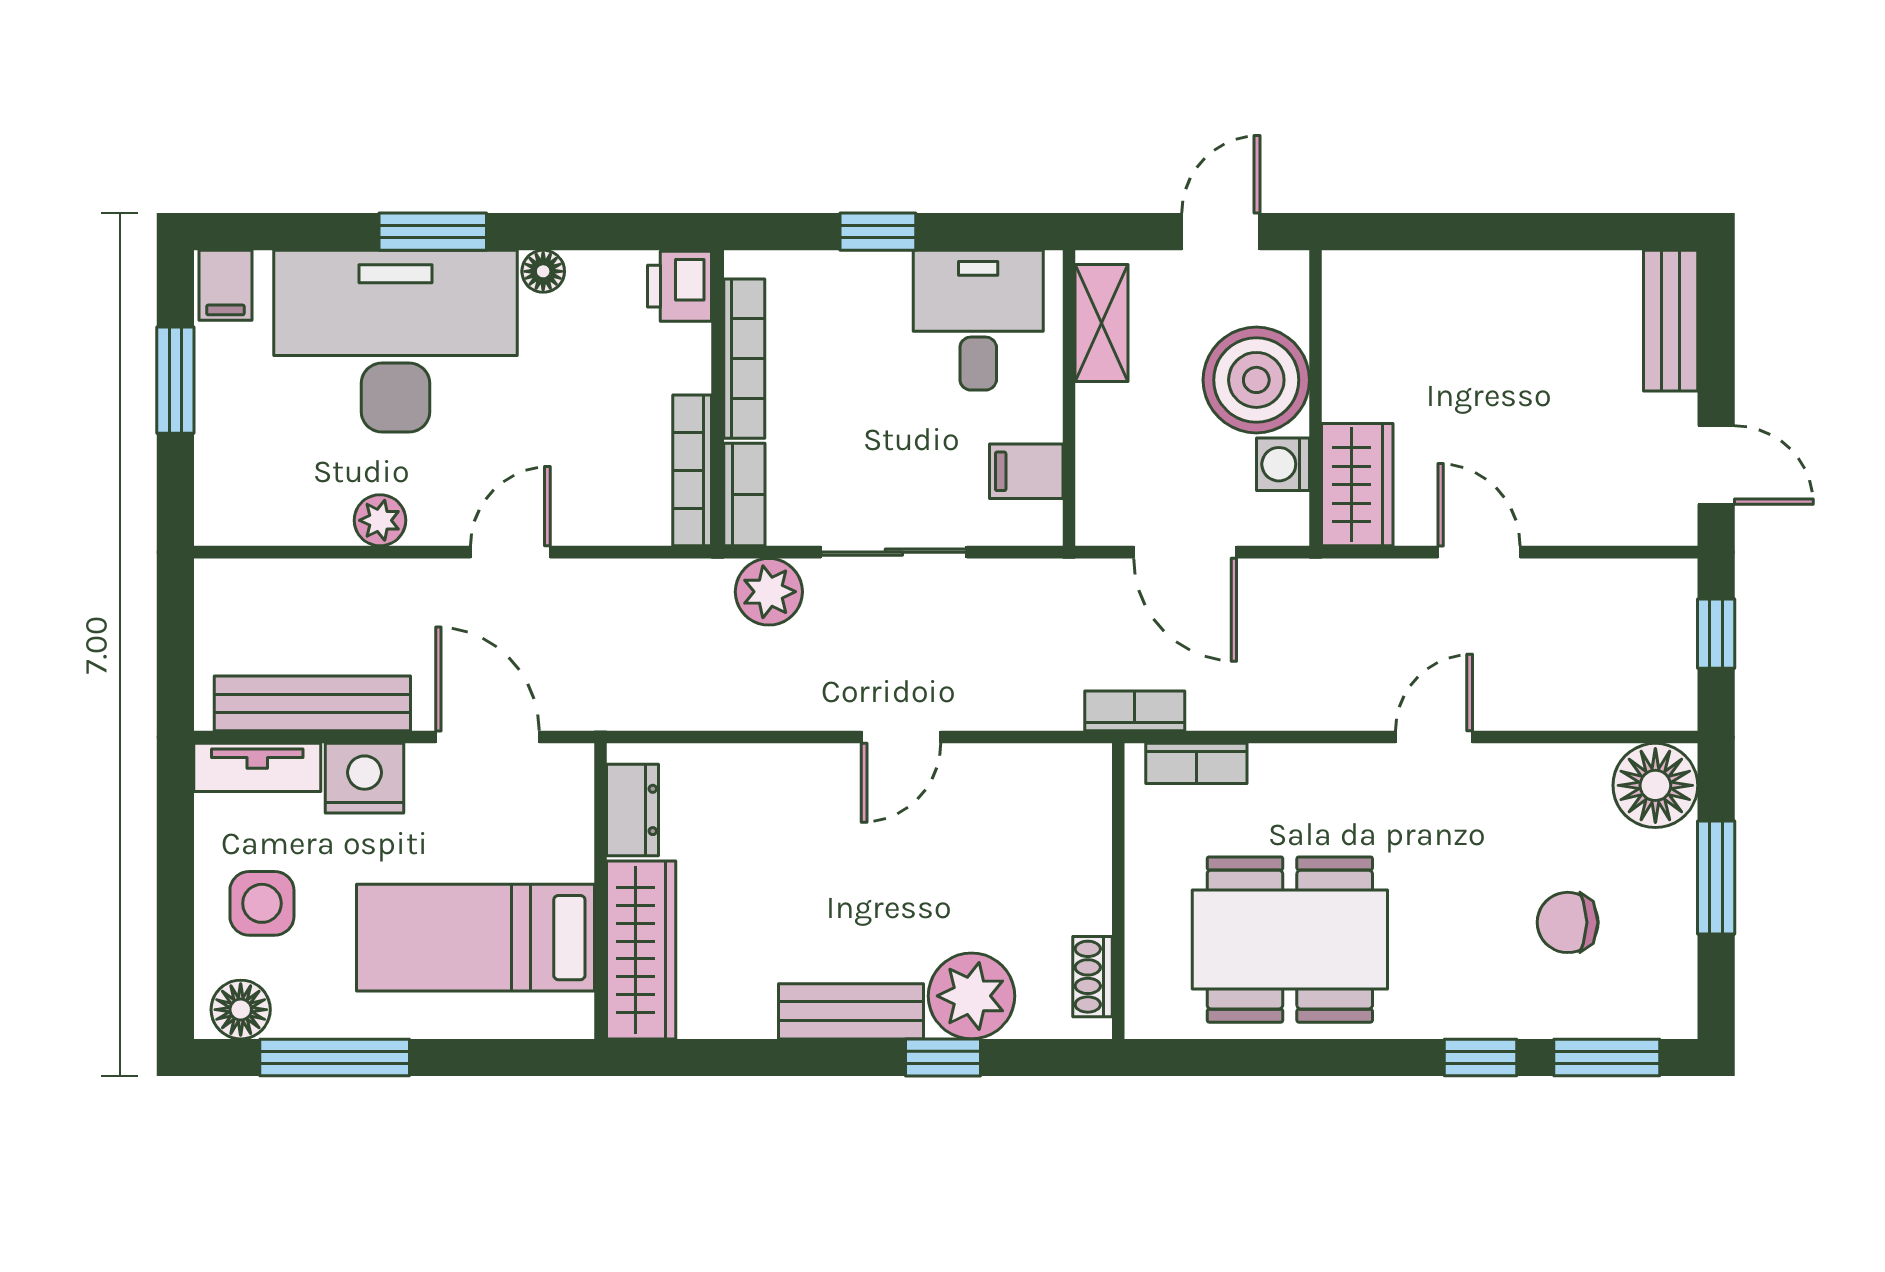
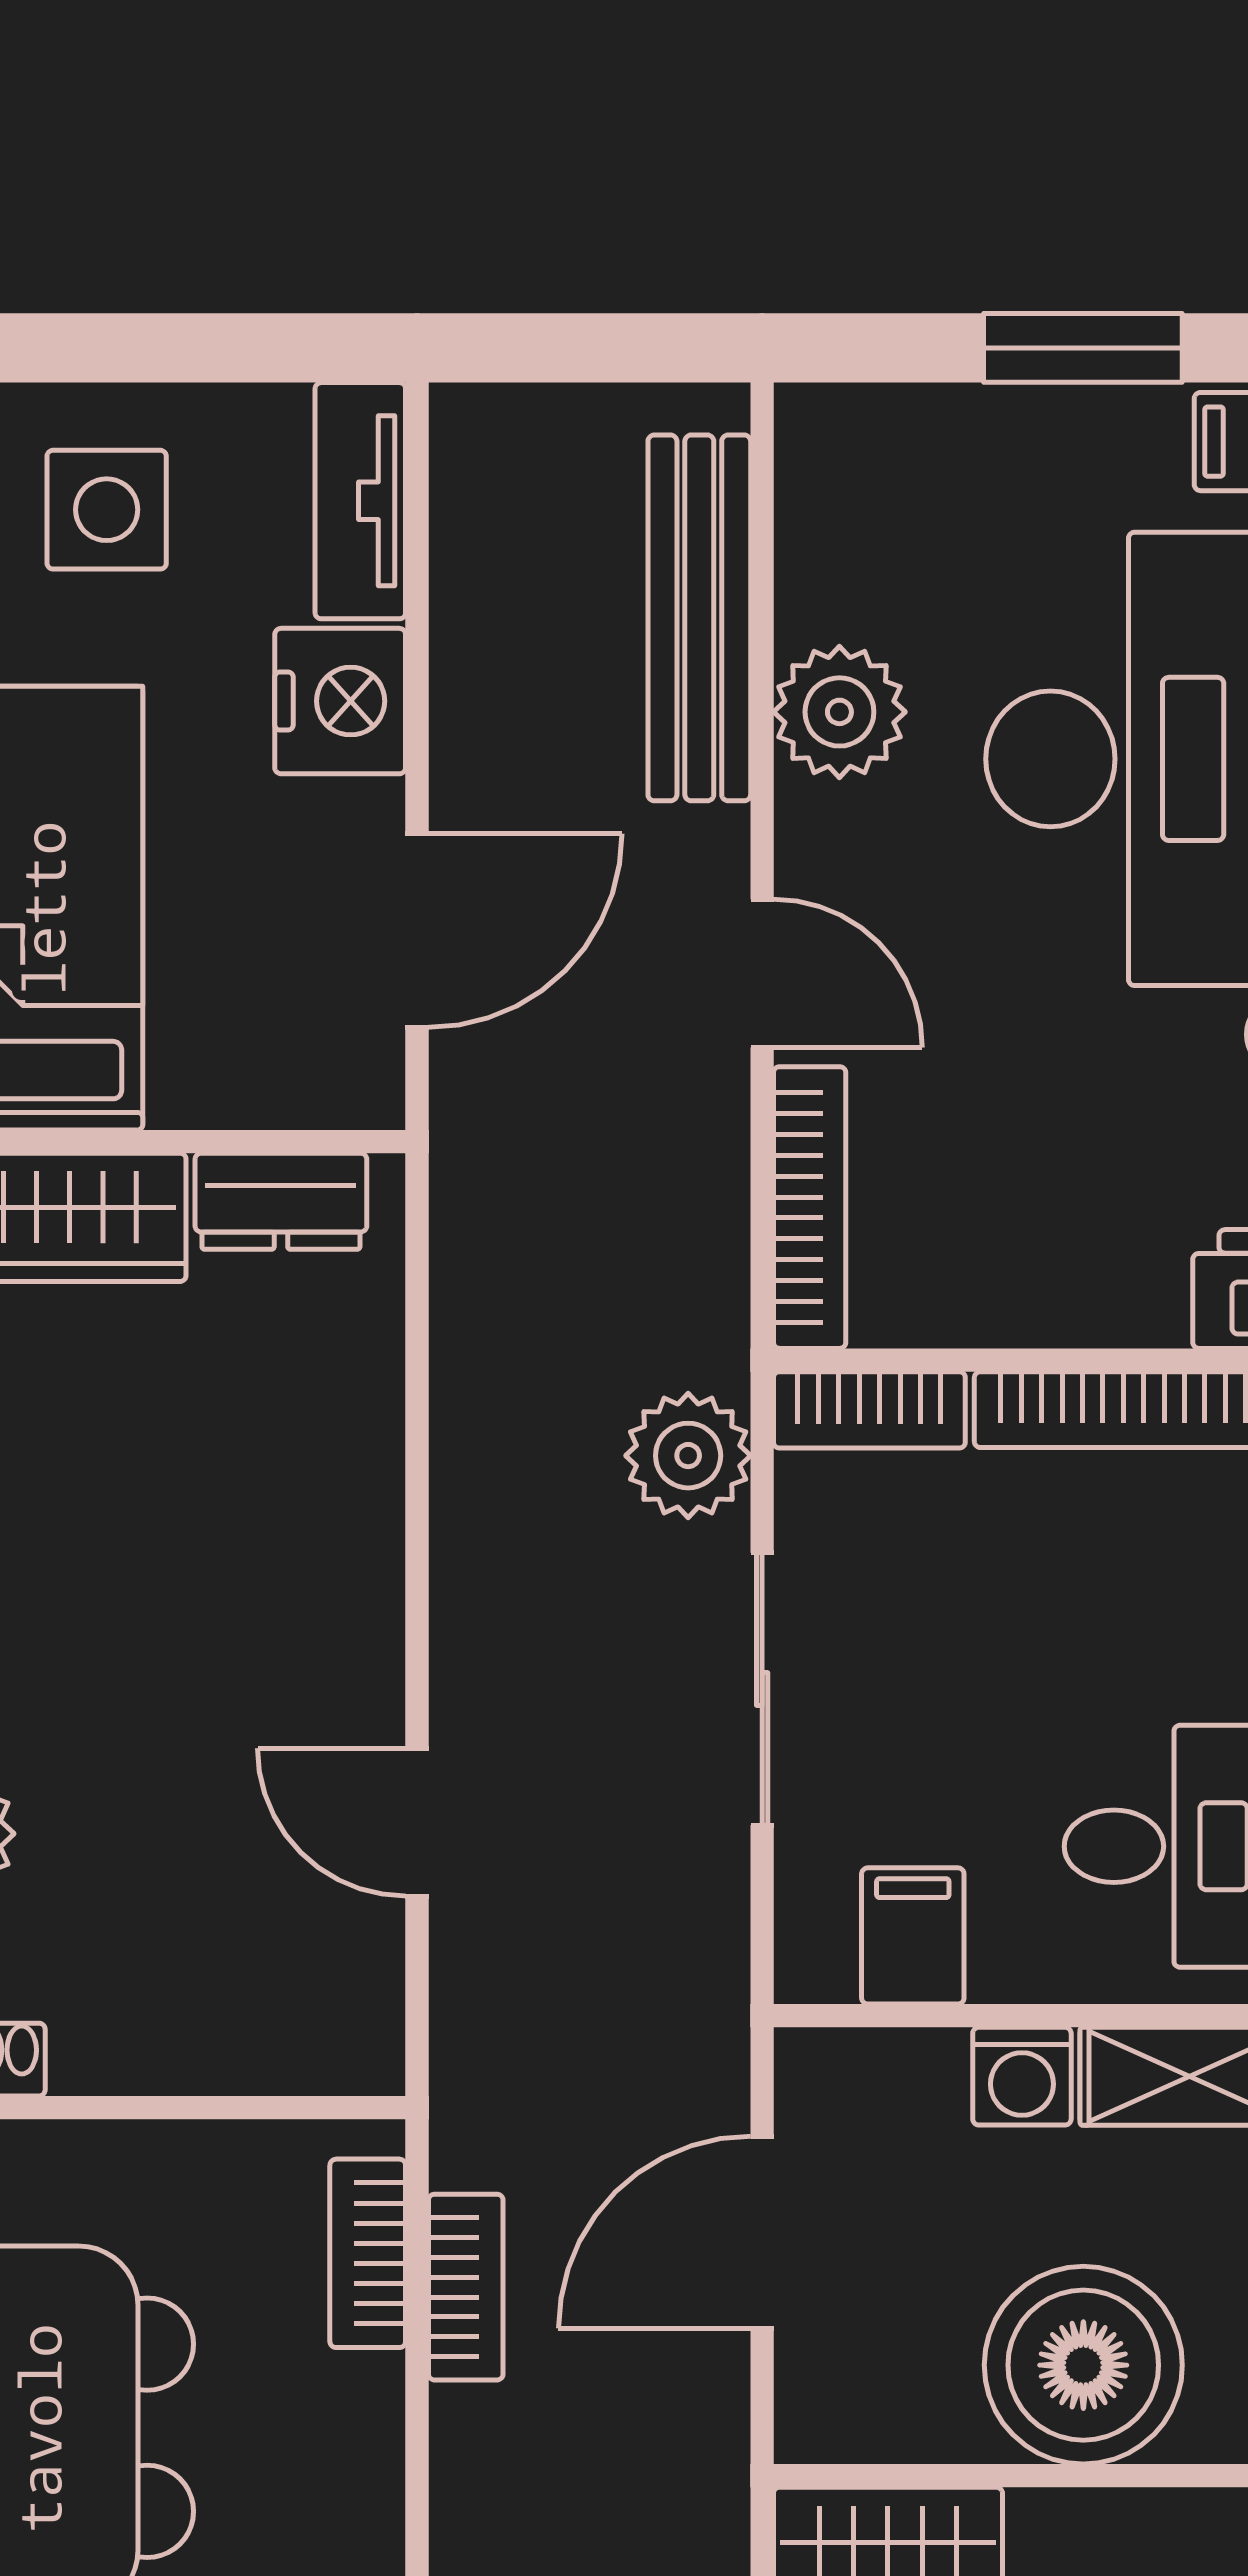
washing machine: (1283, 464) -> (1022, 2076), moved, turned 180
bookcase: (692, 470) -> (810, 1208), moved, turned 90
plant: (380, 520) -> (839, 712), width x1.38, depth x1.38
bench: (312, 703) -> (699, 618), moved
bookcase: (1135, 711) -> (466, 2287), moved
door: (901, 737) -> (417, 1822), moved

